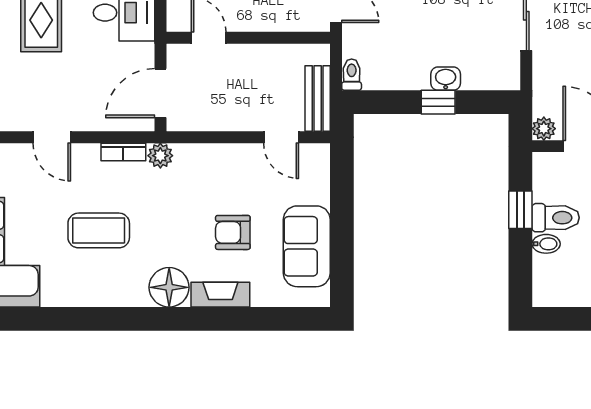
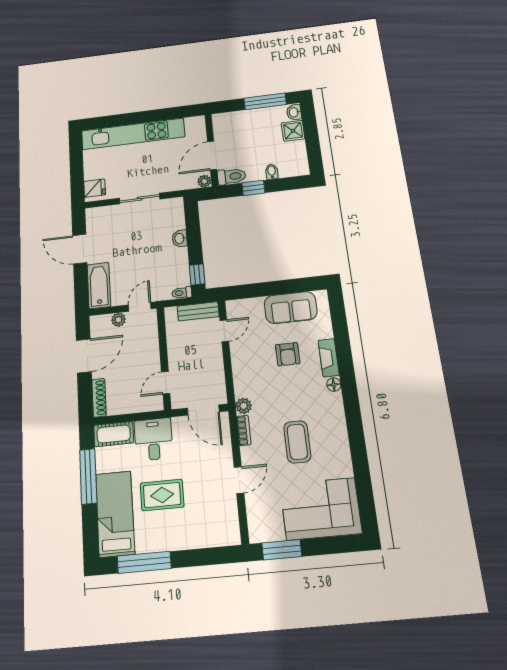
window: (438, 102) -> (197, 274), moved
toilet: (556, 218) -> (232, 176), moved, turned 90
floor lamp: (169, 287) -> (334, 385), width x0.53, depth x0.53

